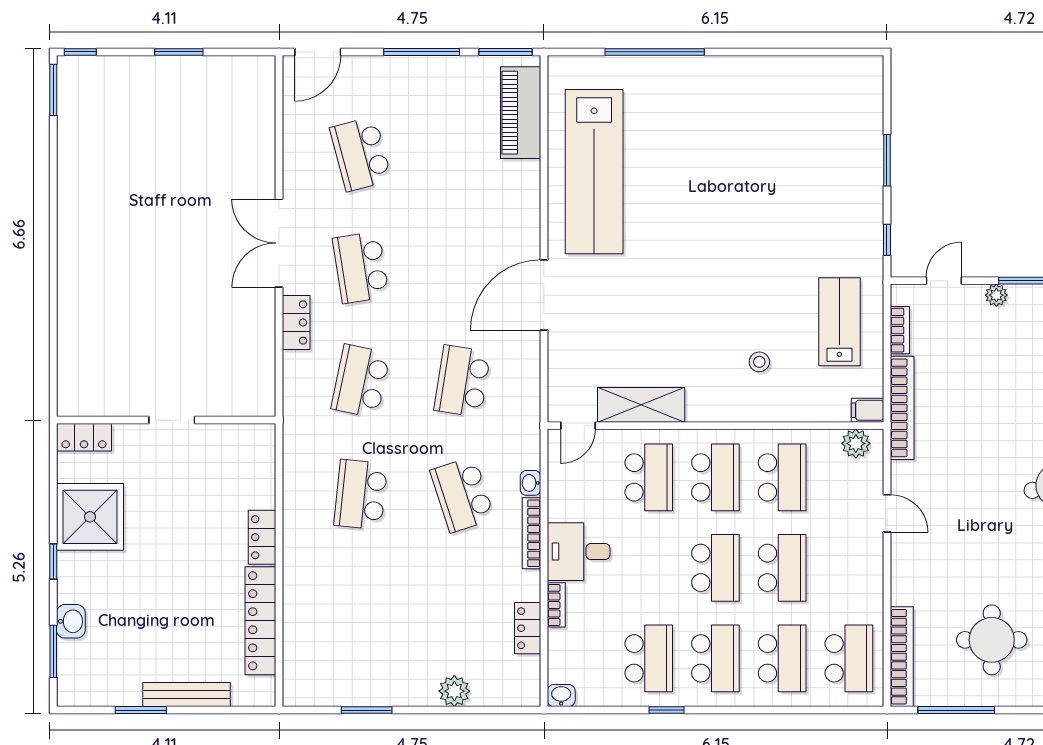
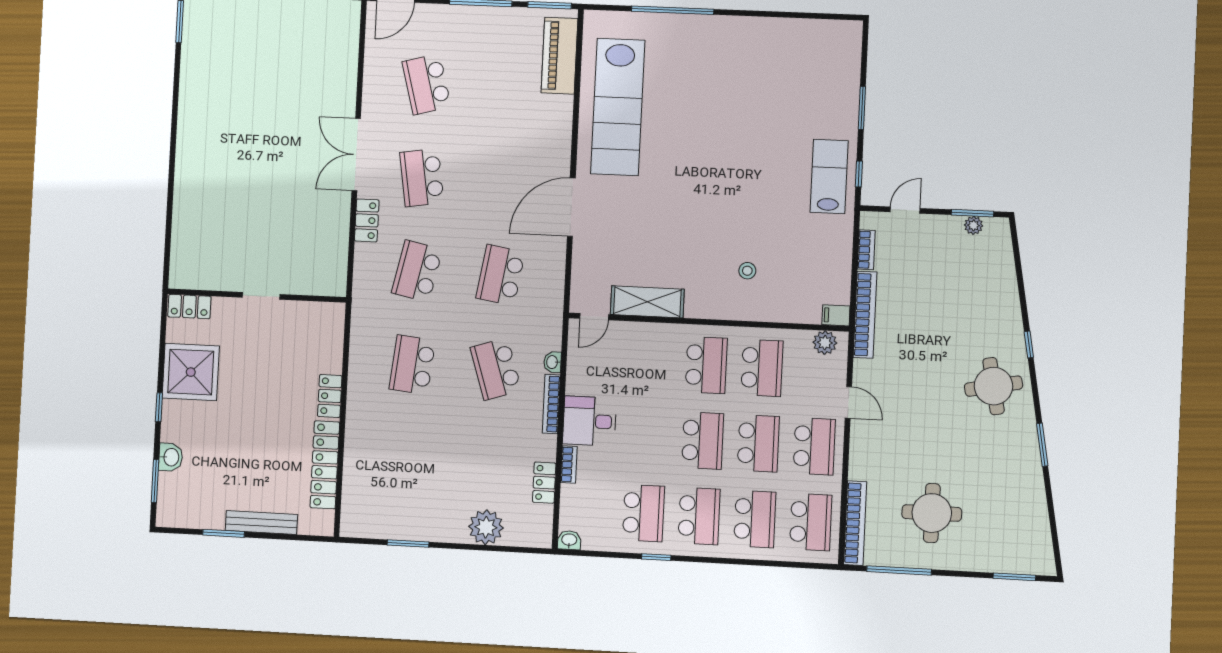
plant: (996, 295) -> (974, 225), moved
lab bench: (839, 322) -> (829, 177), moved
school desk: (649, 477) -> (814, 446), moved
plant: (454, 691) -> (486, 527), width x1.36, depth x1.36

